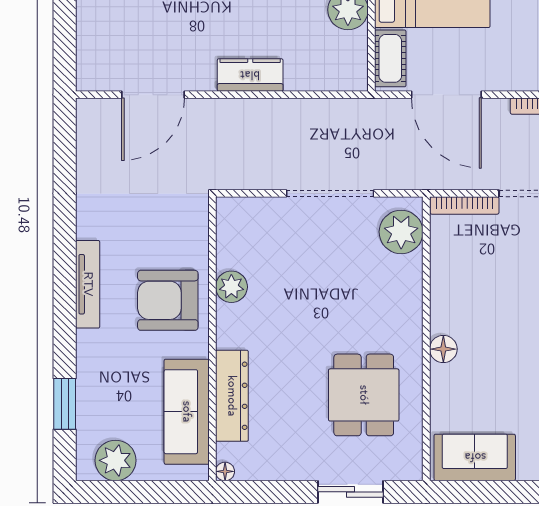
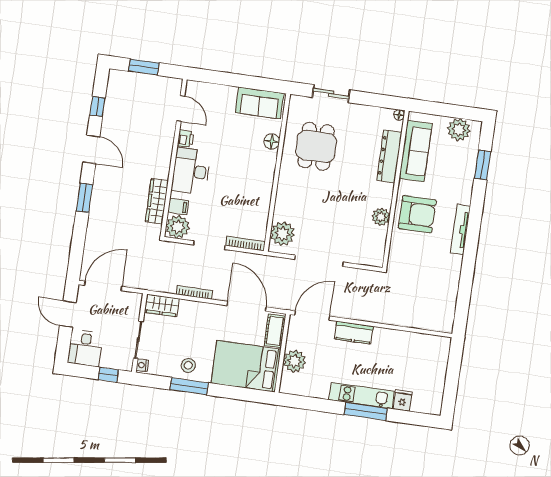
door: (153, 95) -> (312, 316), moved
floor lamp: (443, 349) -> (272, 141), moved

